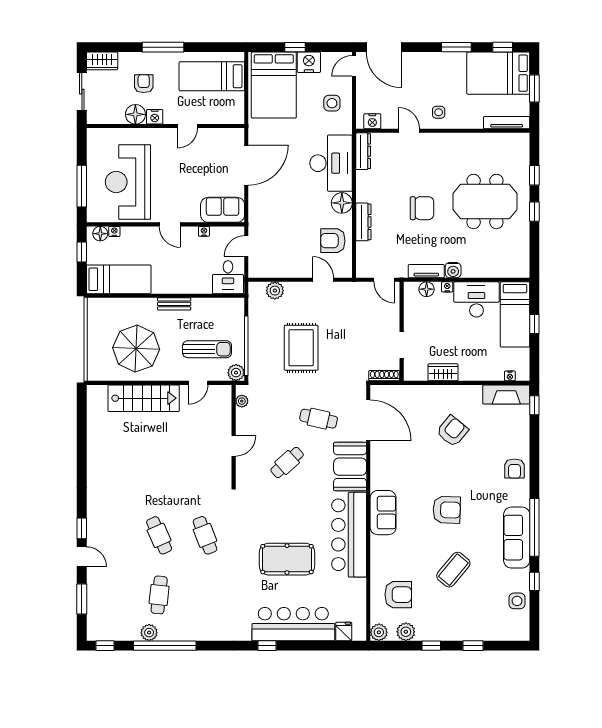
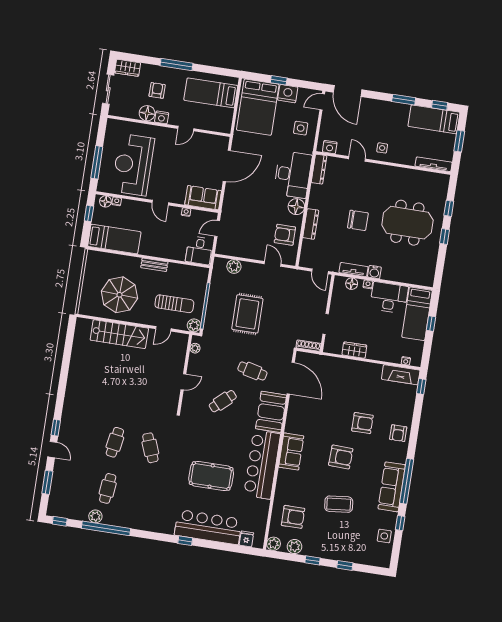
bed: (498, 73) -> (434, 119), width x0.67
armchair: (452, 431) -> (362, 423), moved, turned 51
cafe table: (159, 535) -> (115, 442), turned 33
coffee table: (453, 570) -> (339, 504), turned 44

